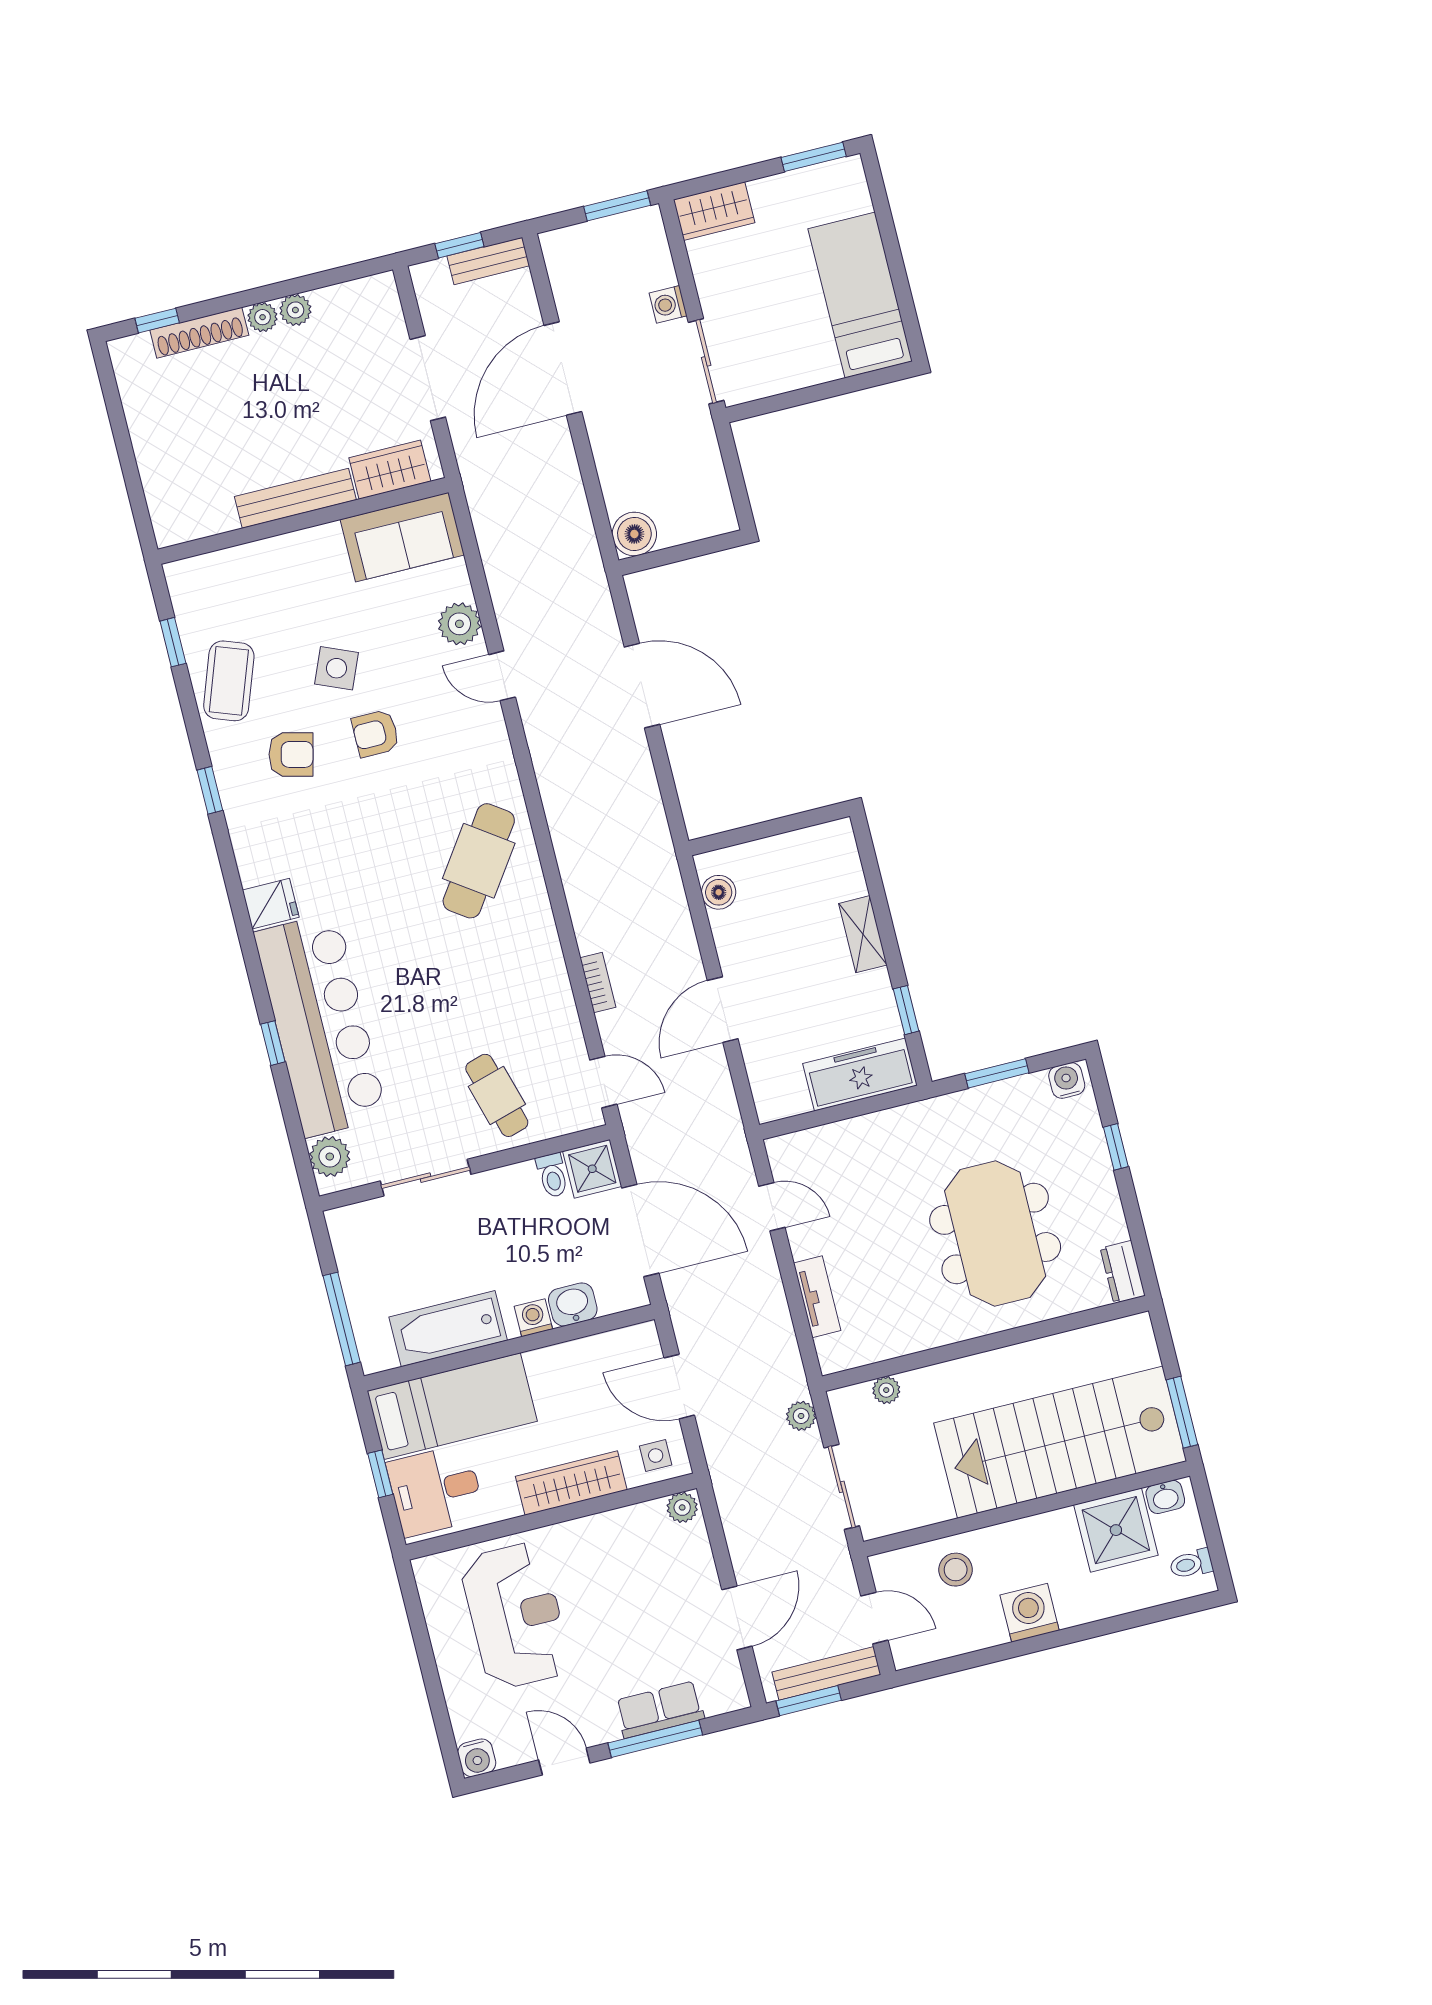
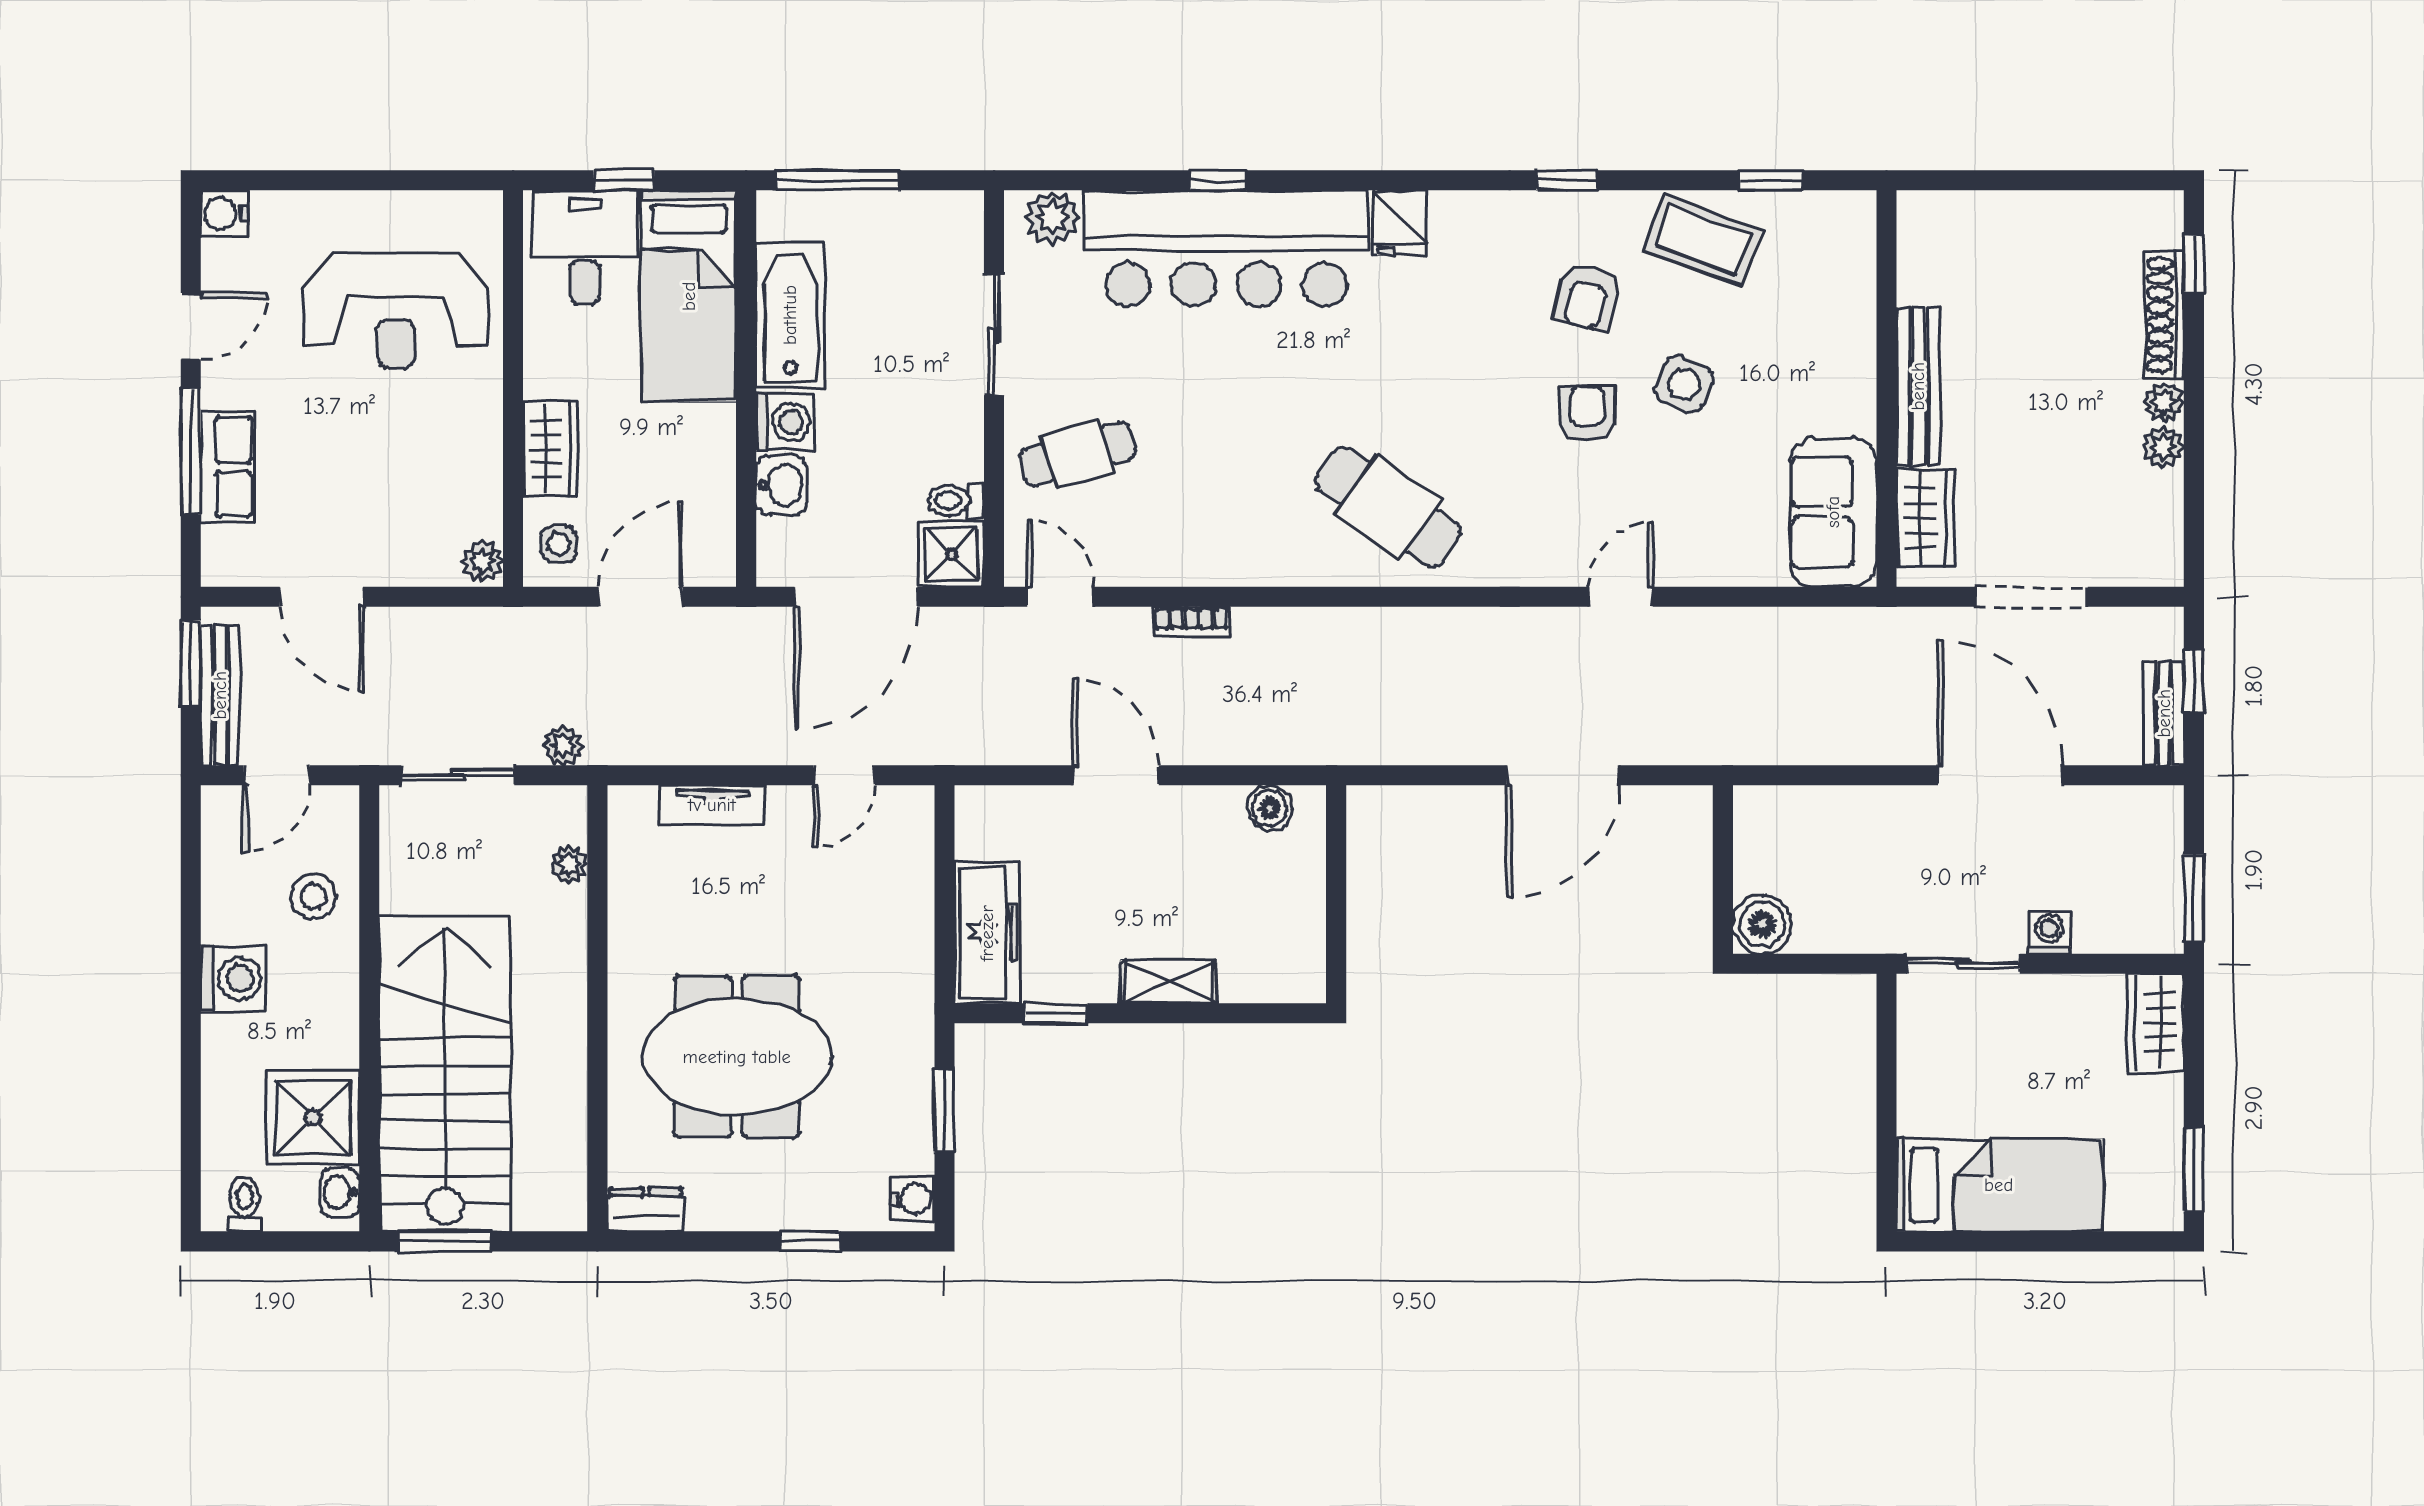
boiler: (634, 534) -> (1762, 924), moved
plant: (459, 624) -> (1702, 558), removed
door: (603, 1082) -> (1060, 597), swing flipped
washing machine: (533, 1318) -> (785, 422), width x1.38, depth x1.38
wardrobe: (571, 1483) -> (550, 449), width x0.67

